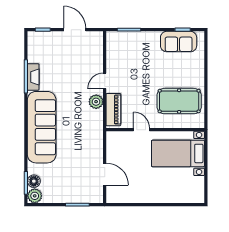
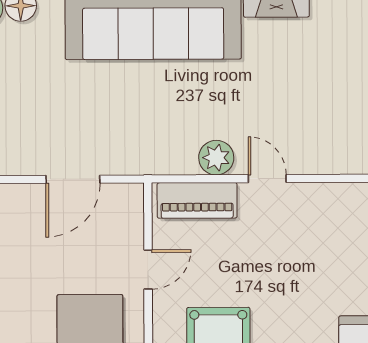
door: (105, 174) -> (73, 179), moved

